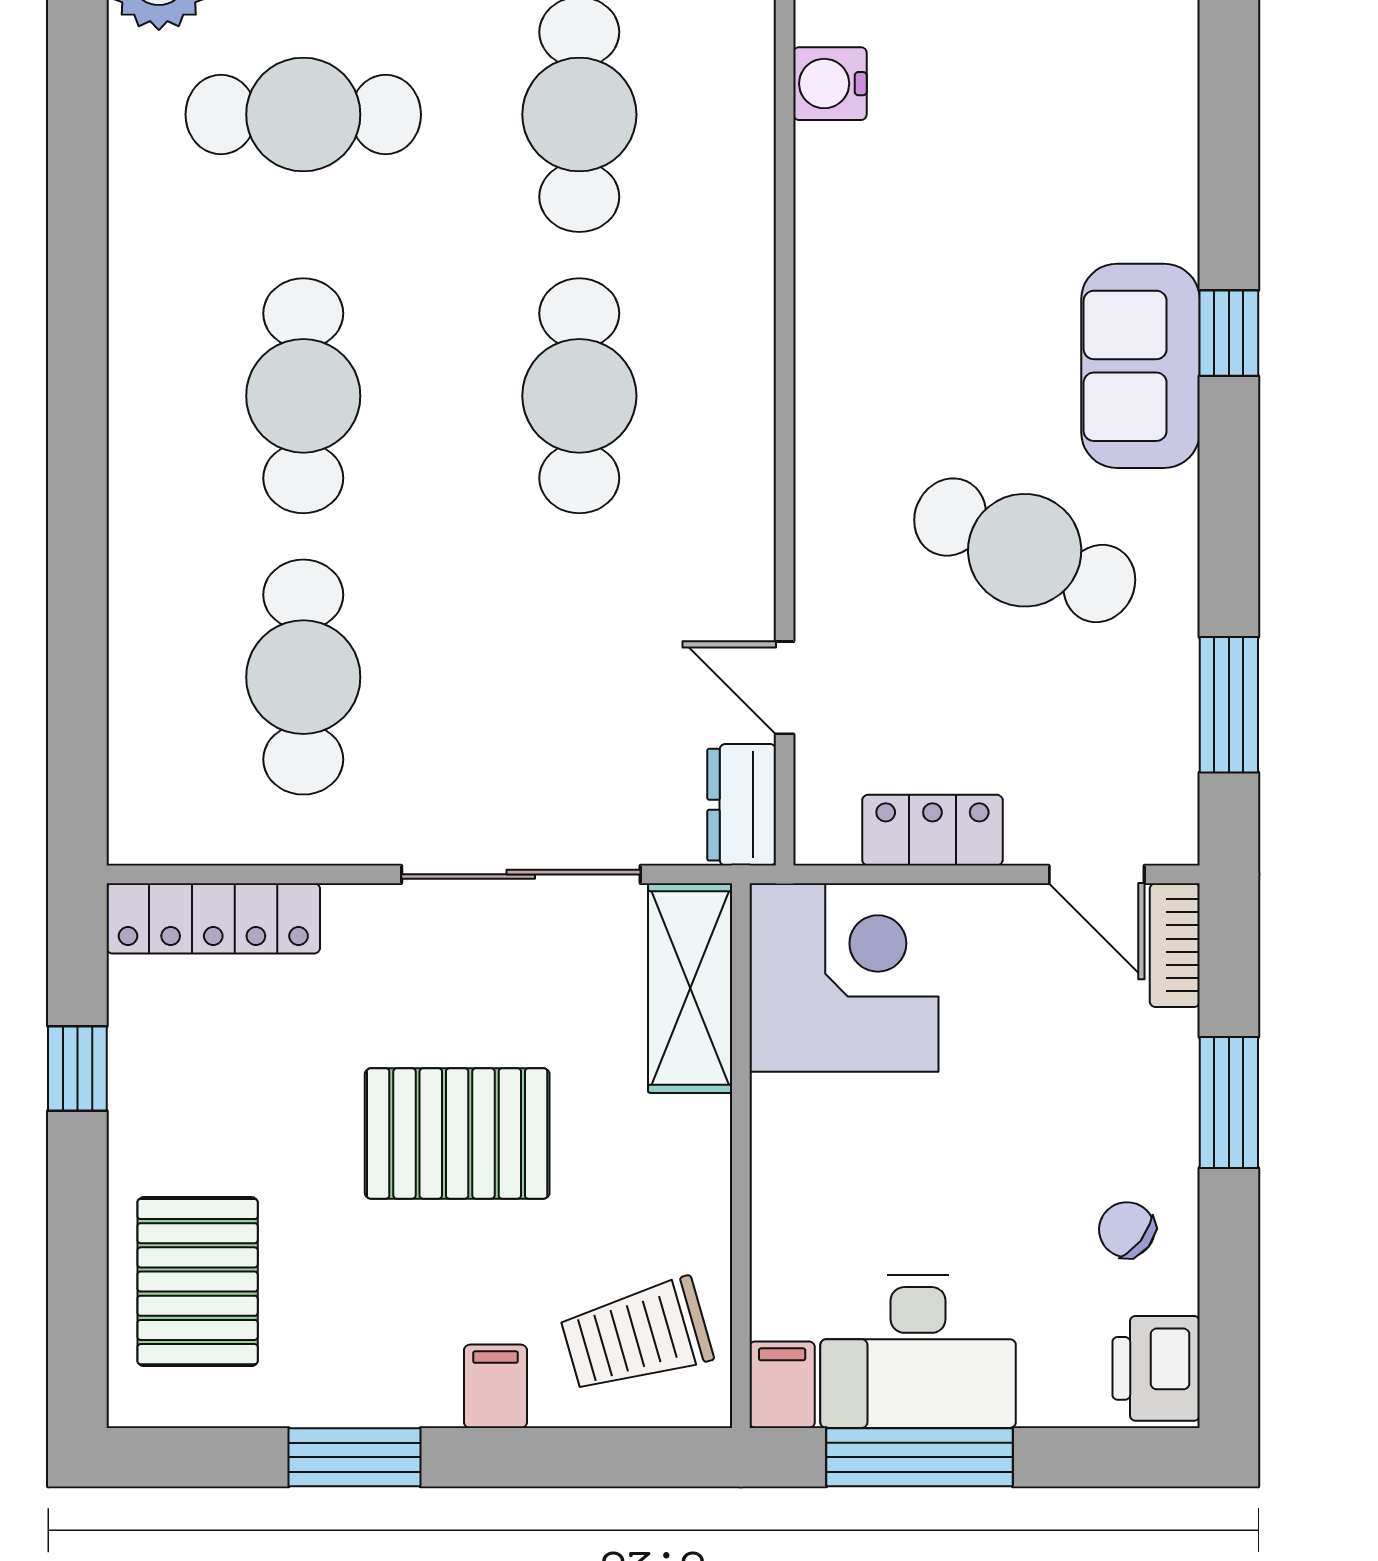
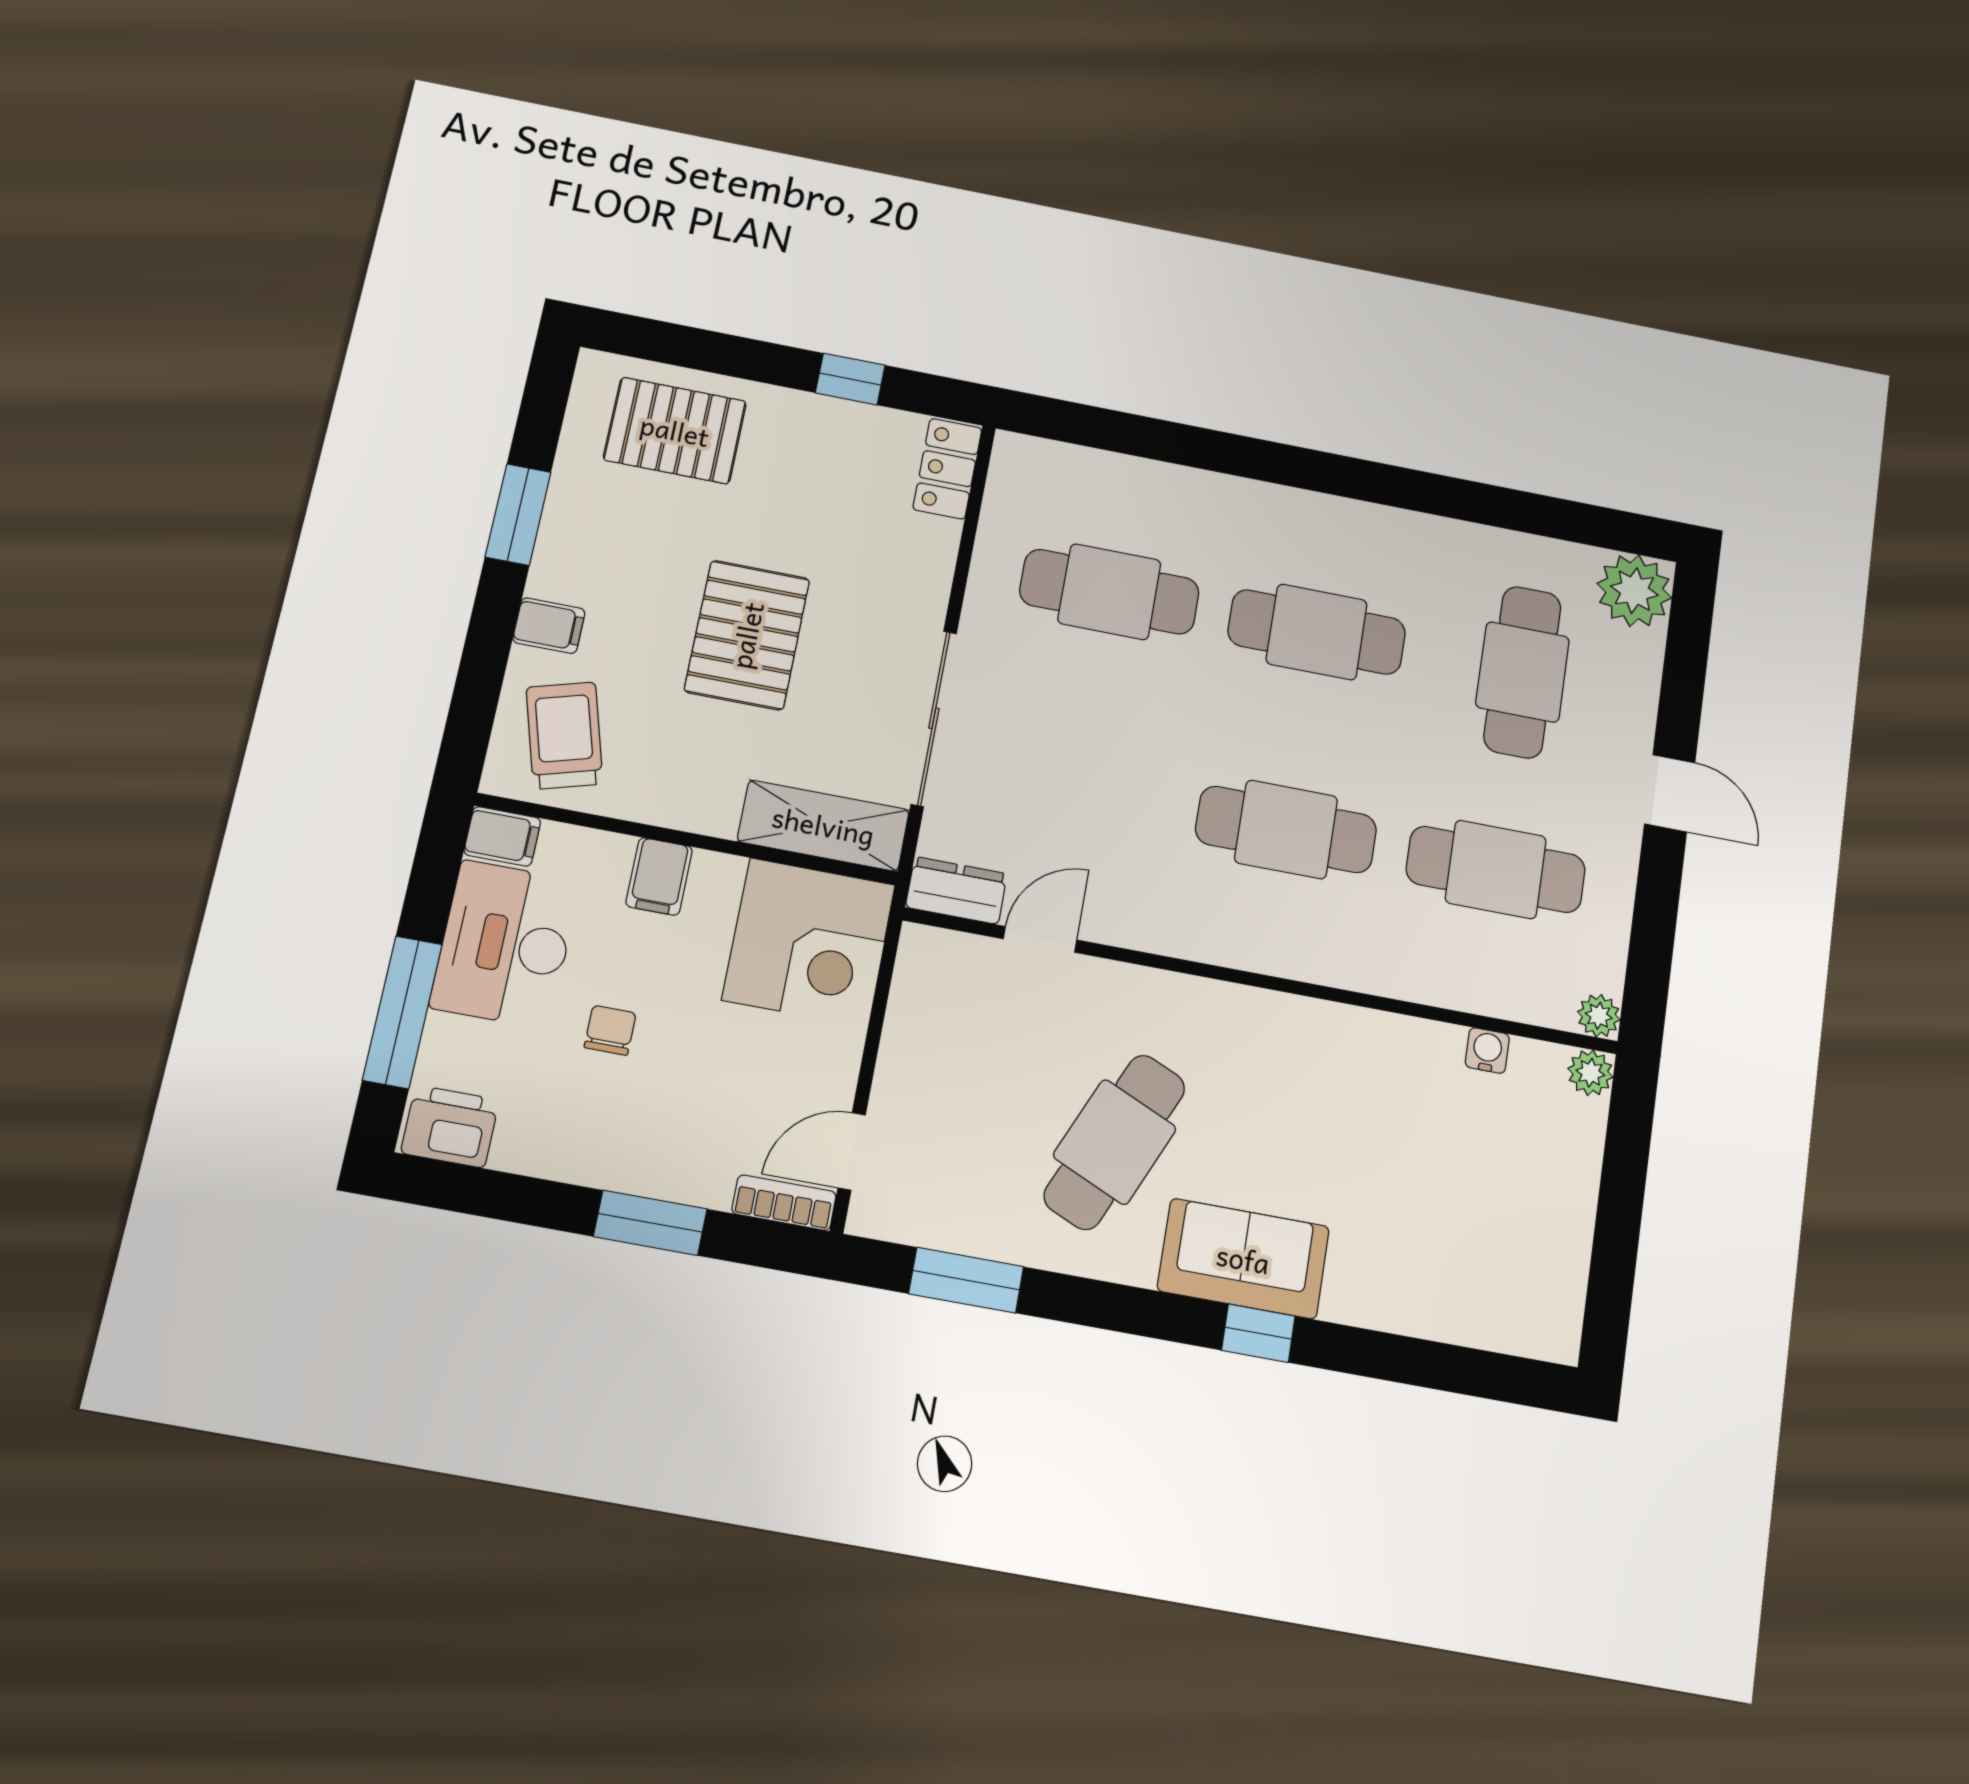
water cooler: (830, 84) -> (1487, 1051), width x0.72, depth x0.72
locker: (932, 830) -> (910, 1031), removed
locker: (213, 918) -> (947, 469), width x0.66
filing cabinet: (796, 1180) -> (659, 876), added
chair: (1127, 1230) -> (610, 1030), moved, turned -38
window: (920, 1457) -> (402, 1012), moved

